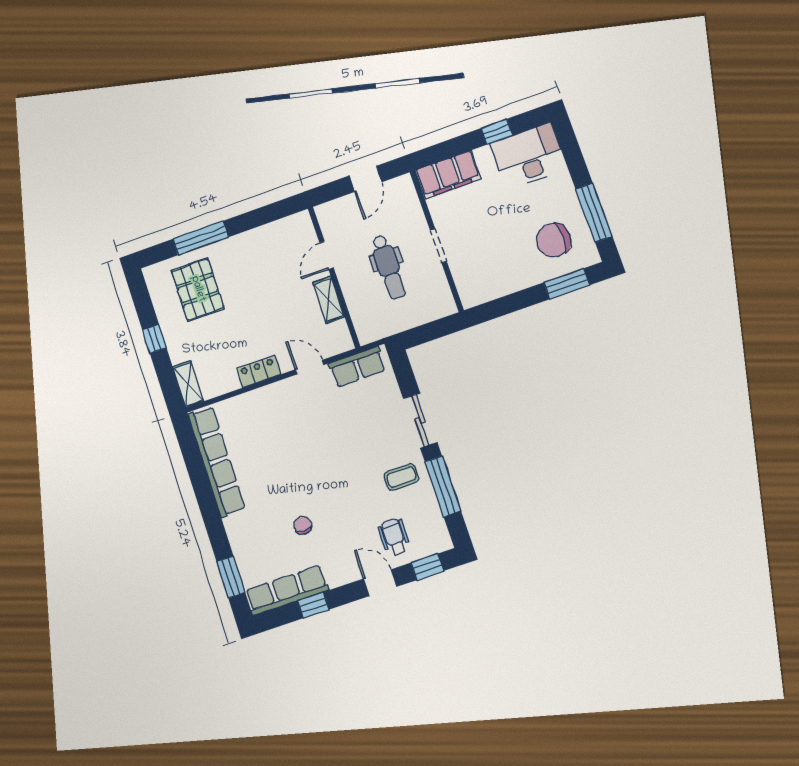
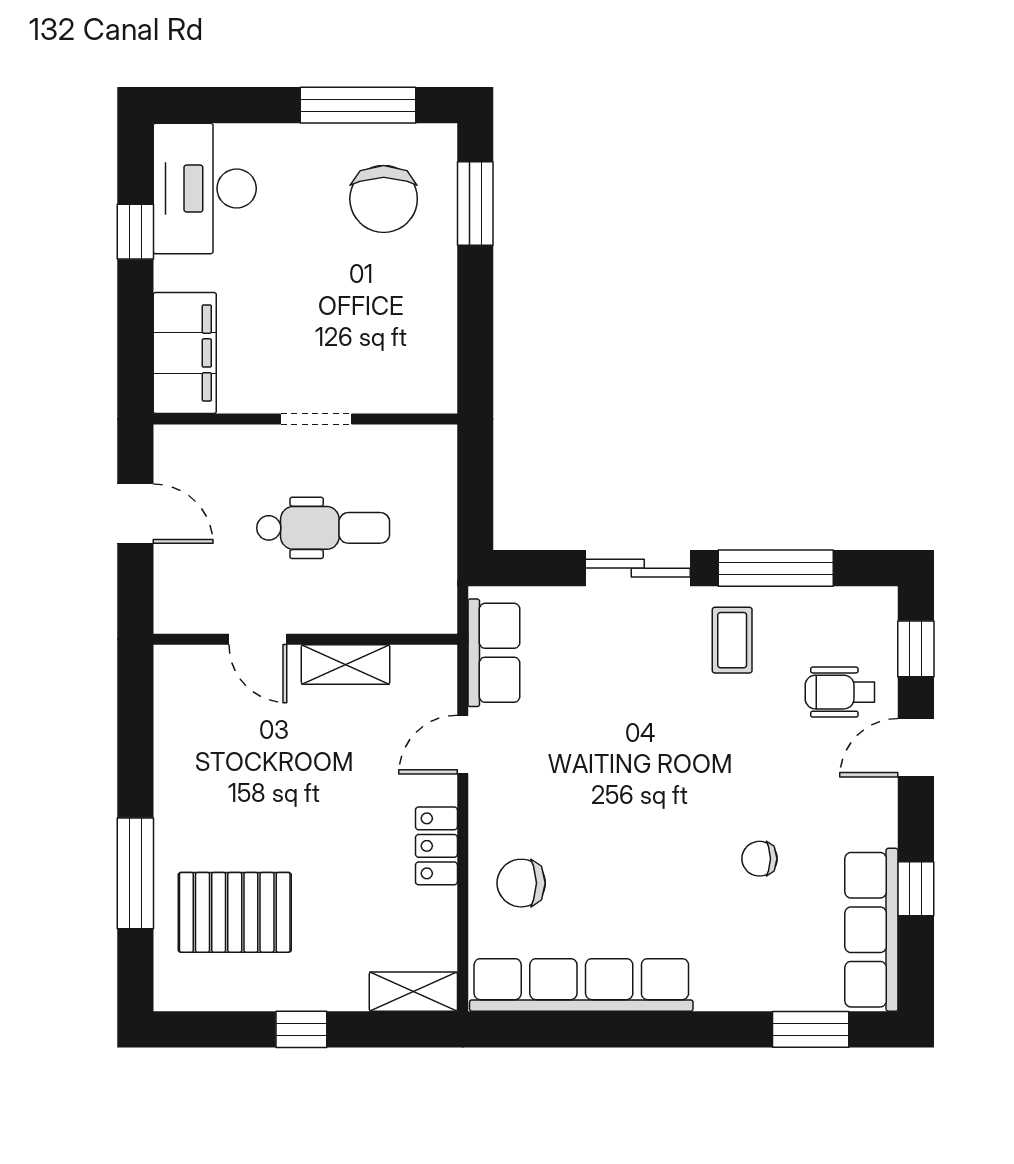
chair: (254, 417) -> (521, 883), added

